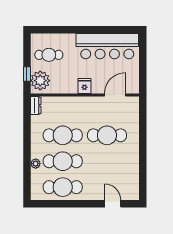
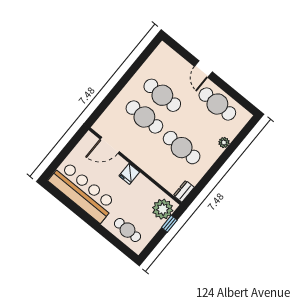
cafe table: (49, 55) -> (128, 230), moved
cafe table: (63, 161) -> (162, 95), moved
door: (113, 204) -> (203, 69), moved

